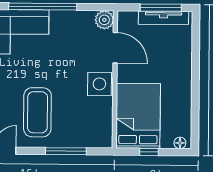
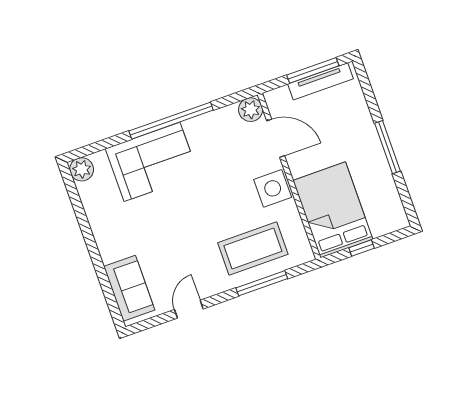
window: (195, 84) -> (388, 147), added
coffee table: (37, 112) -> (253, 249), moved, turned 90
floor lamp: (180, 143) -> (395, 224), removed

